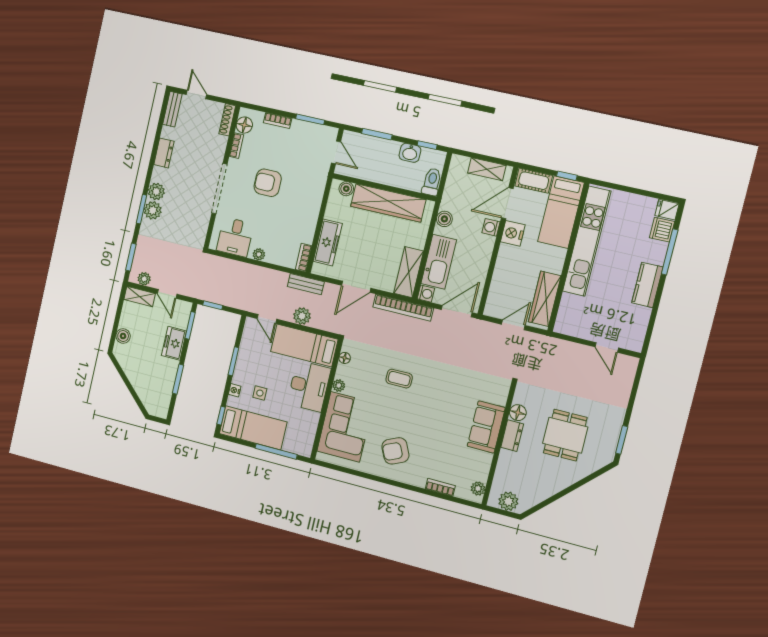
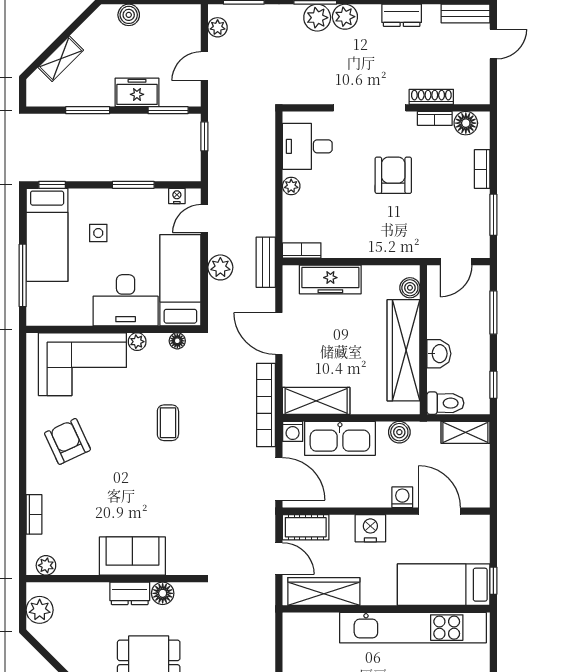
shoe rack: (227, 120) -> (431, 97), moved
washbasin: (410, 153) -> (439, 354), moved, turned 180
shelving: (487, 169) -> (465, 432), moved, turned 90
cot: (534, 181) -> (306, 527), moved, turned 90
nightstand: (513, 233) -> (370, 528), moved
shelving: (140, 297) -> (61, 59), moved, turned 45
nightstand: (235, 390) -> (177, 196), moved

